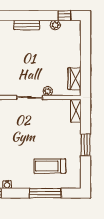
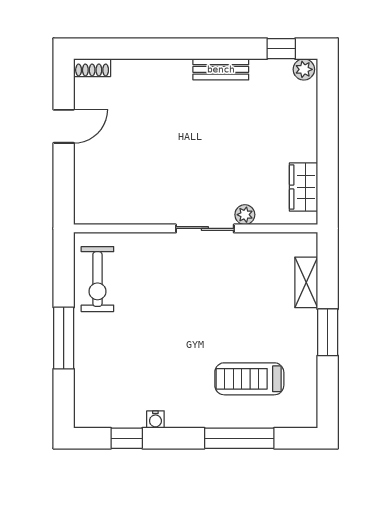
bench: (27, 25) -> (221, 69), moved
plant: (55, 25) -> (304, 69), moved
shelving: (76, 111) -> (306, 282), moved

